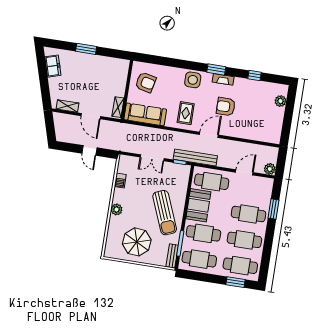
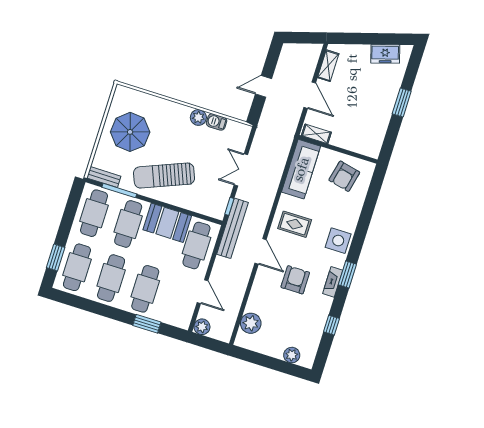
door: (91, 116) -> (310, 95), swing flipped
plant: (262, 134) -> (251, 323), added
plant: (117, 209) -> (198, 117), moved

